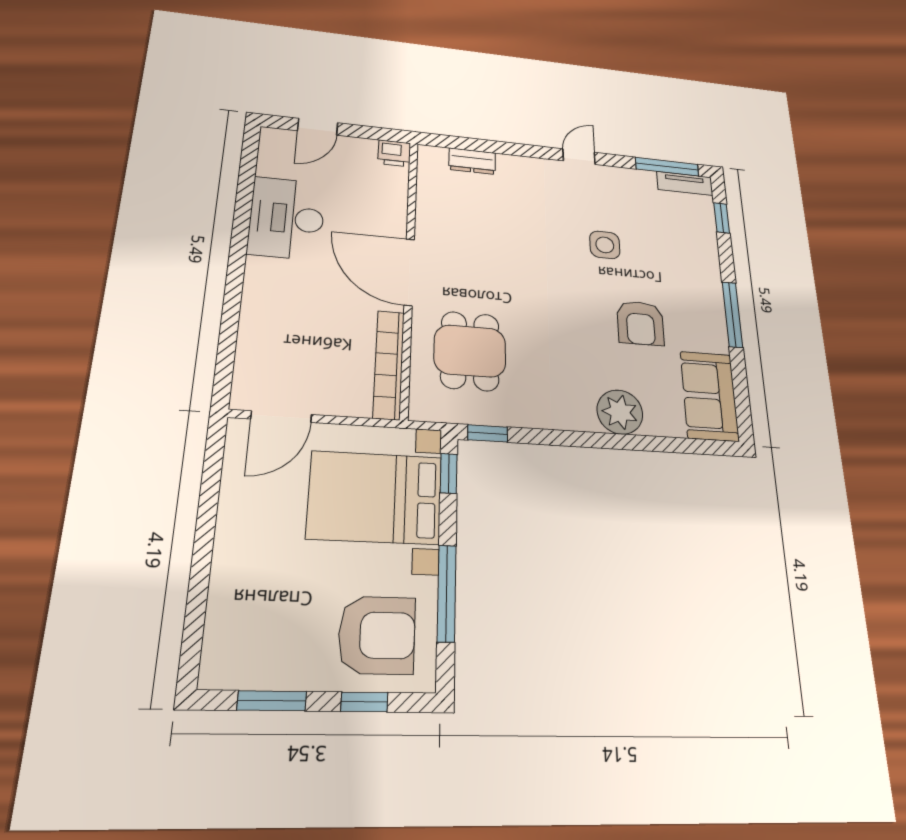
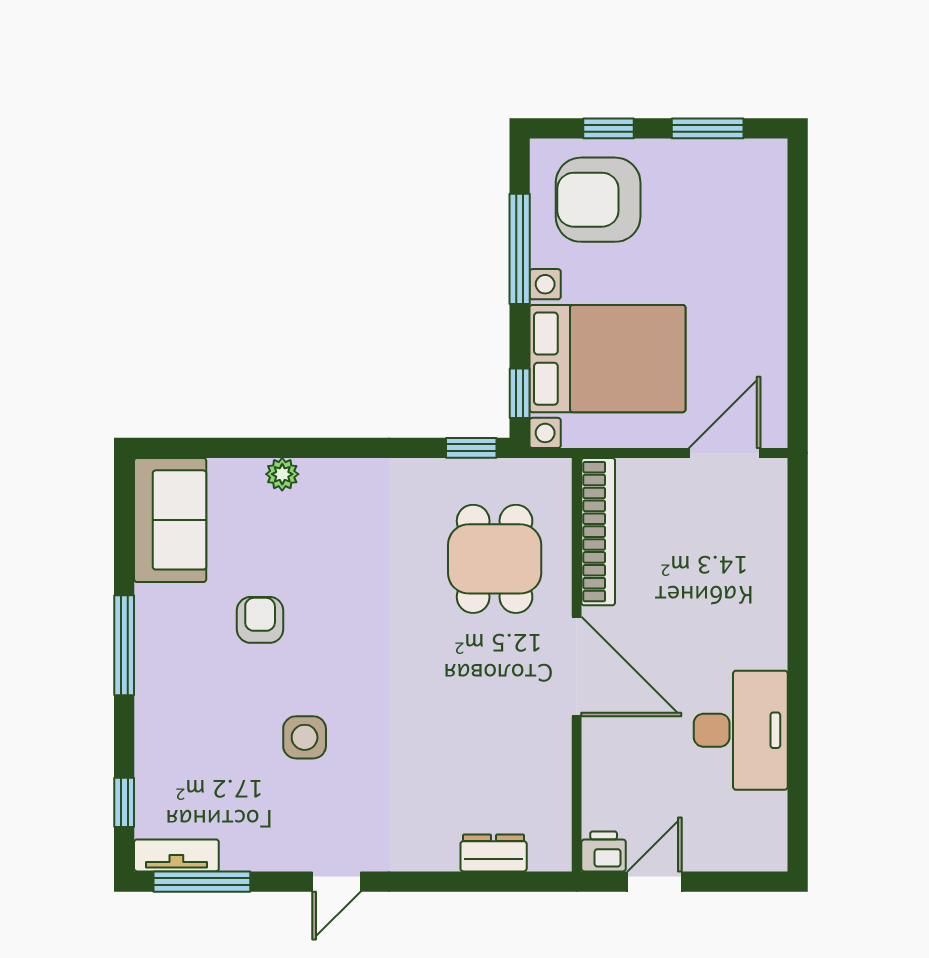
door: (318, 127) -> (655, 882), moved
armchair: (640, 323) -> (260, 620), width x0.72, depth x0.72
plant: (620, 412) -> (282, 474), width x0.53, depth x0.53

